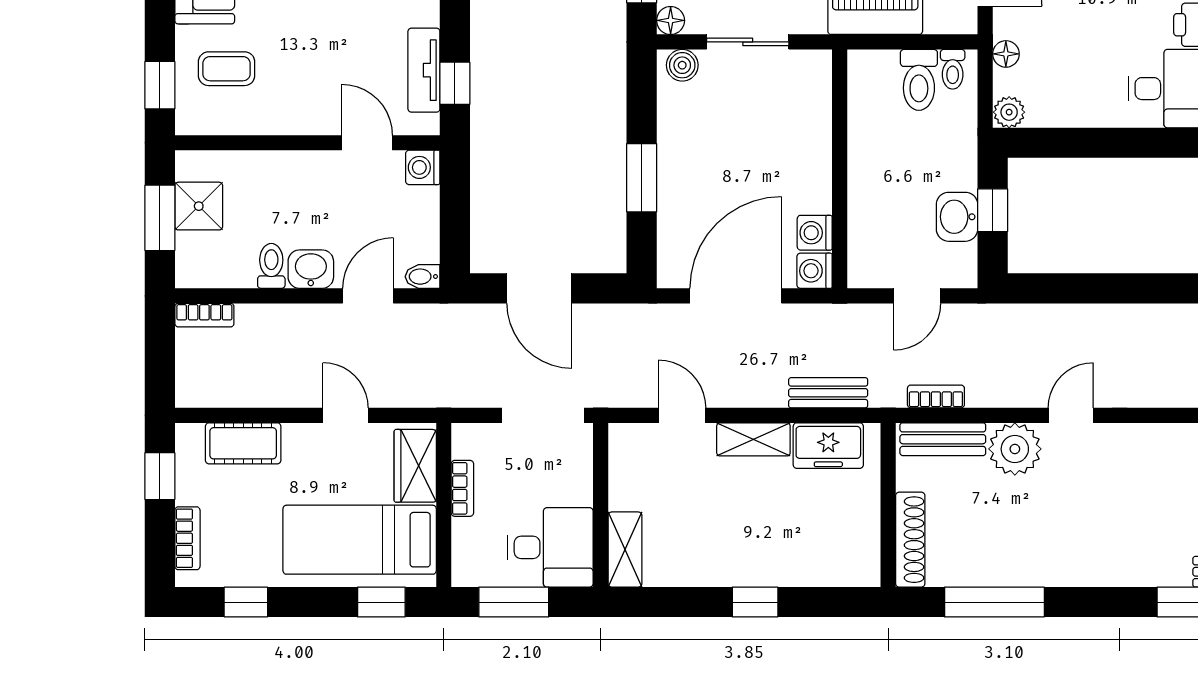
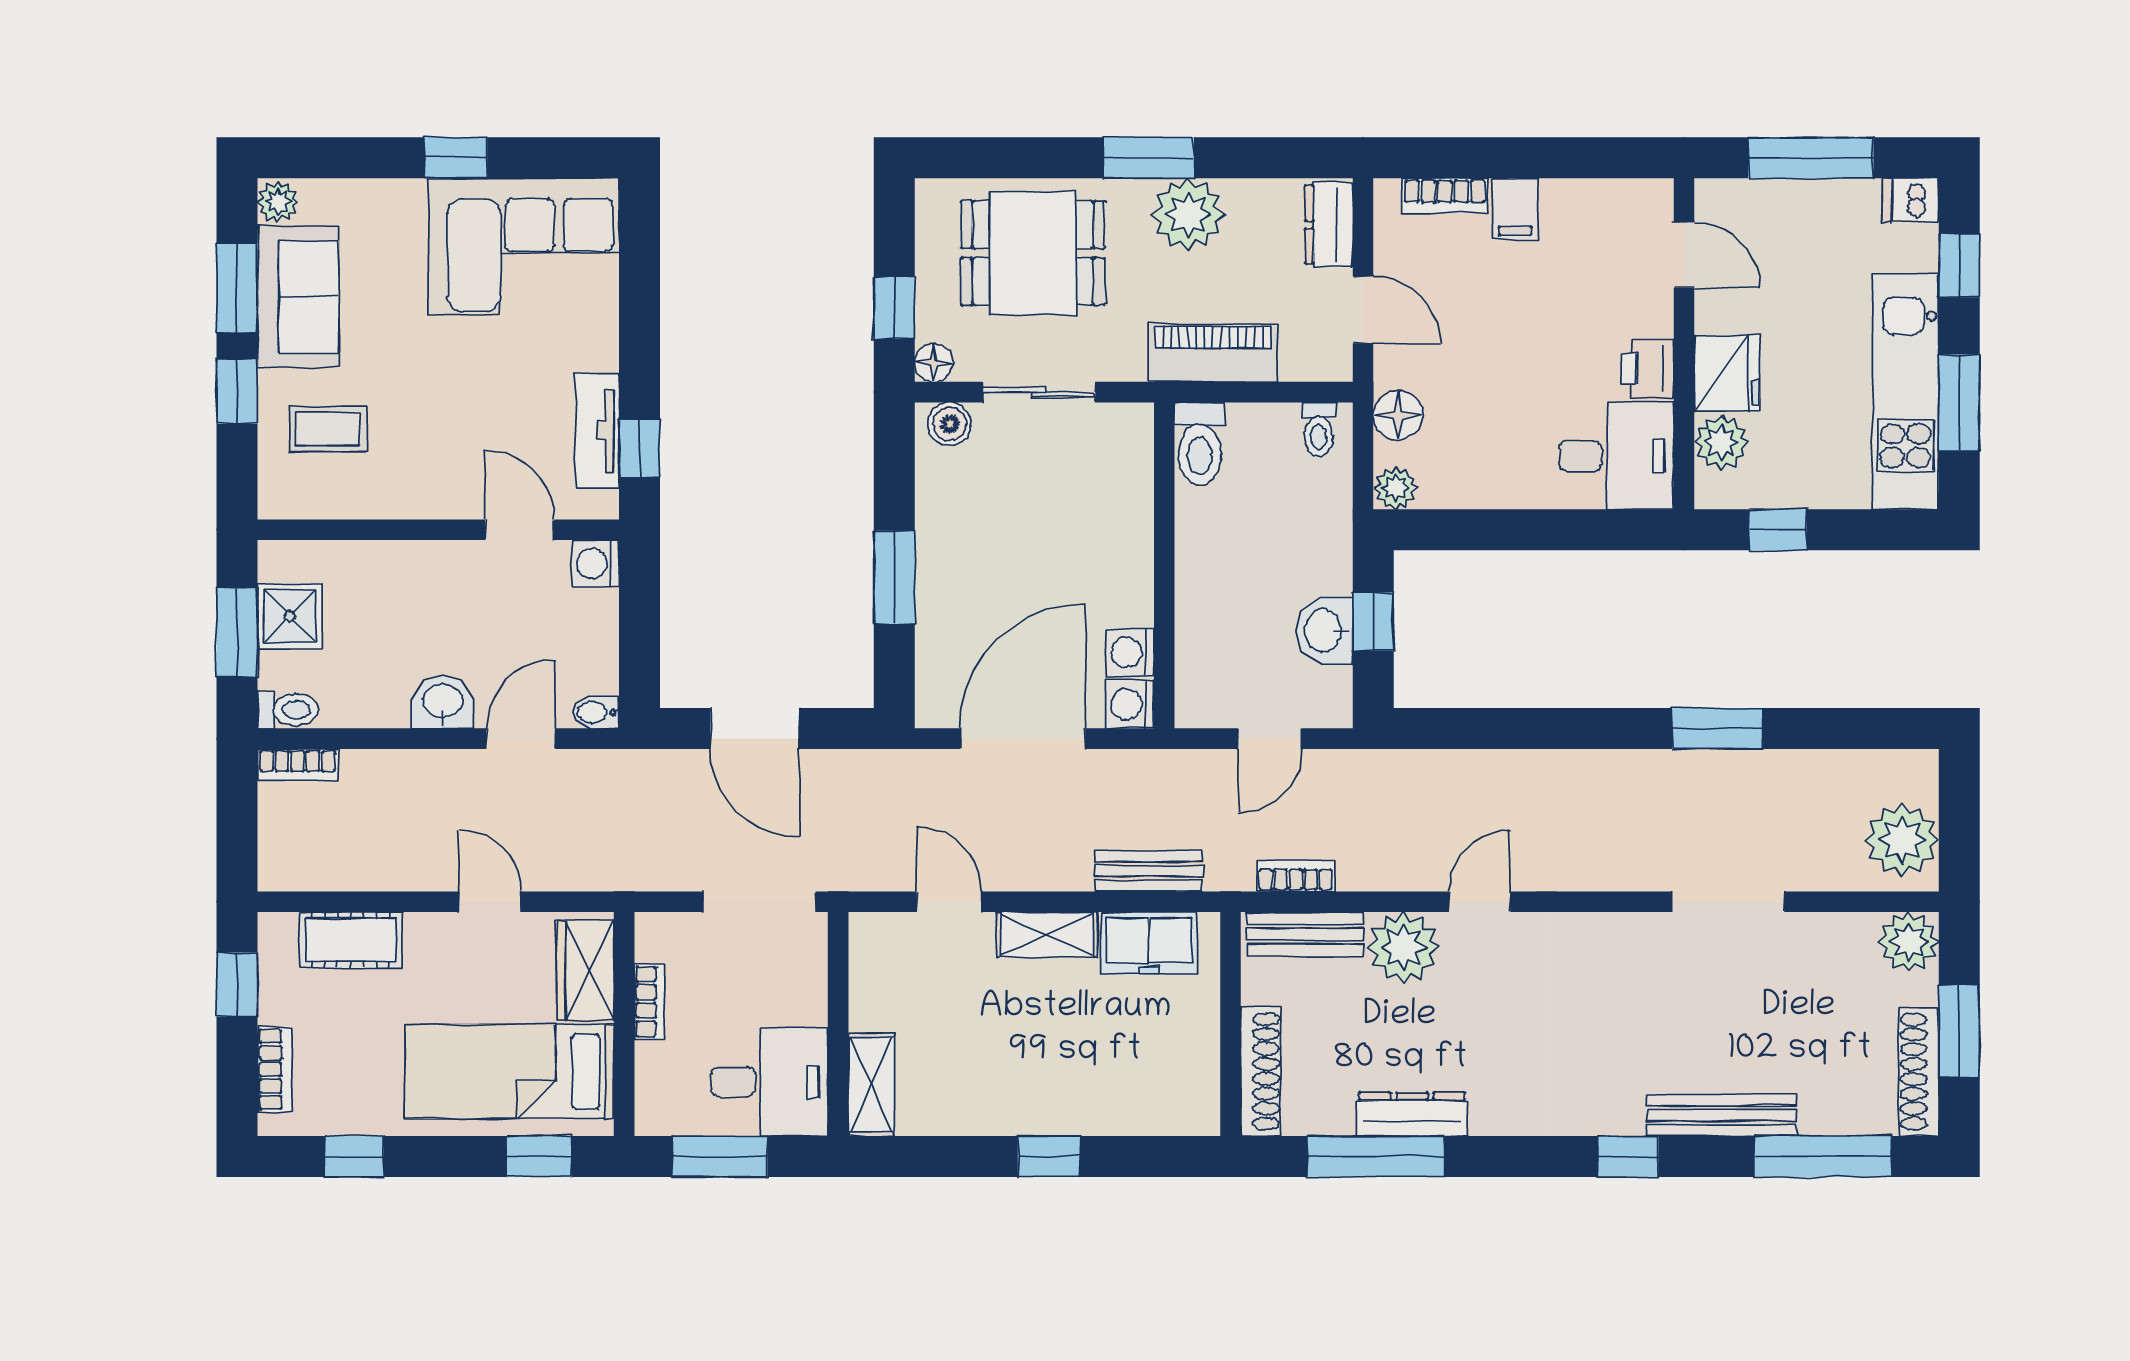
floor lamp: (1006, 54) -> (1398, 415), width x1.37, depth x1.37
toilet: (919, 80) -> (1200, 444), moved
window: (160, 85) -> (237, 391), moved
toilet: (271, 266) -> (288, 710), moved, turned 90
dresser: (1021, 571) -> (1412, 1114), added

